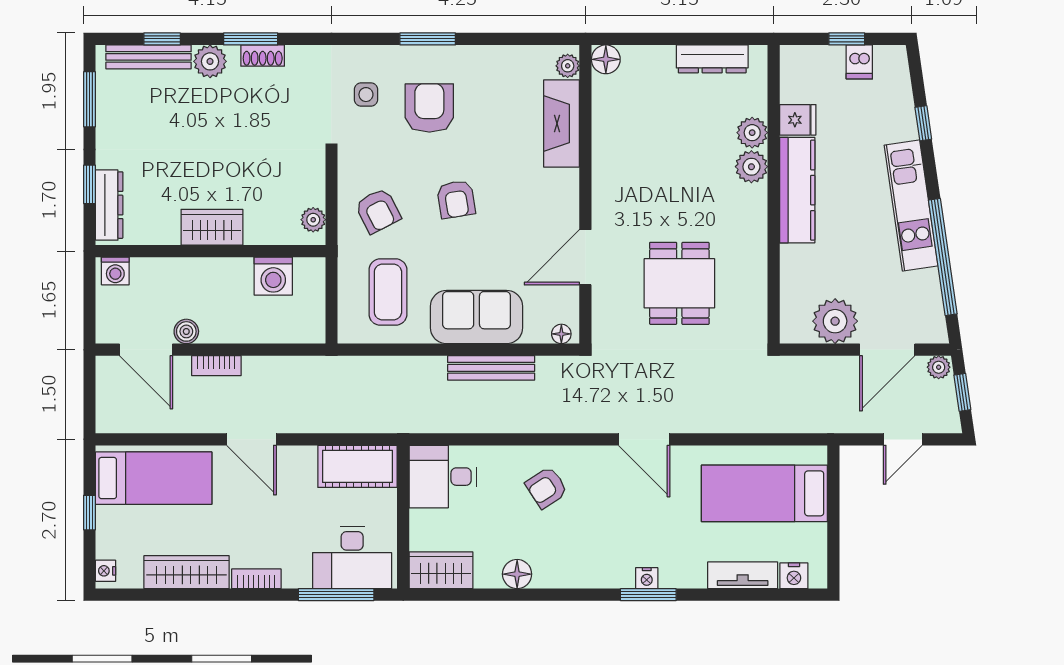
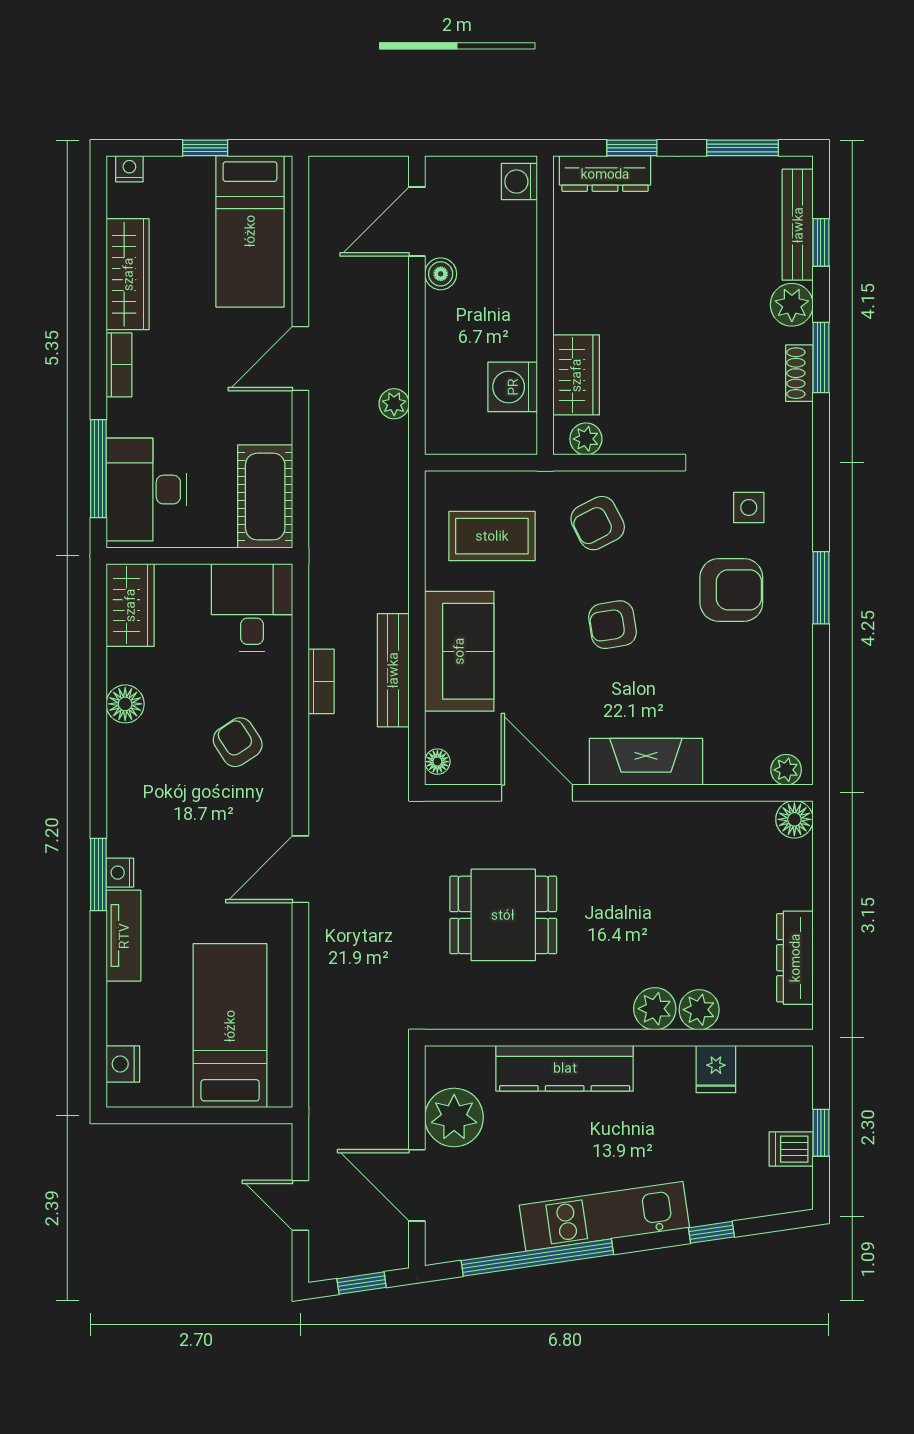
fireplace: (562, 124) -> (646, 762), moved
kitchen counter: (797, 190) -> (565, 1068), moved
wardrobe: (212, 227) -> (576, 375), moved
bookcase: (216, 366) -> (321, 681), moved, turned 180
plant: (939, 367) -> (394, 404), moved
tv unit: (743, 575) -> (124, 936), moved

